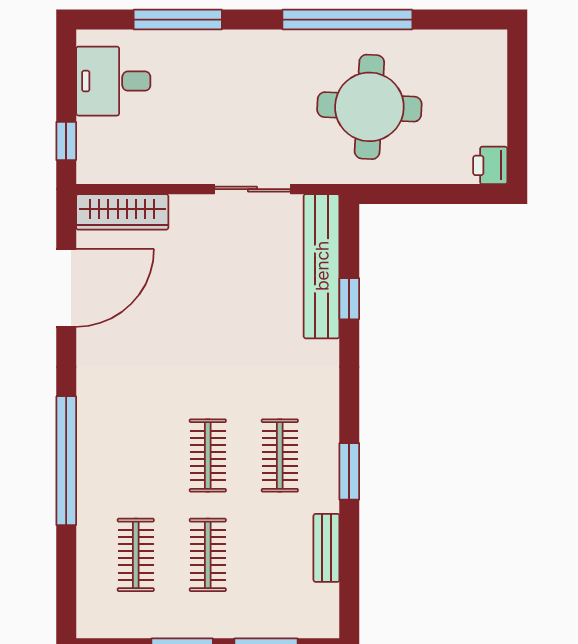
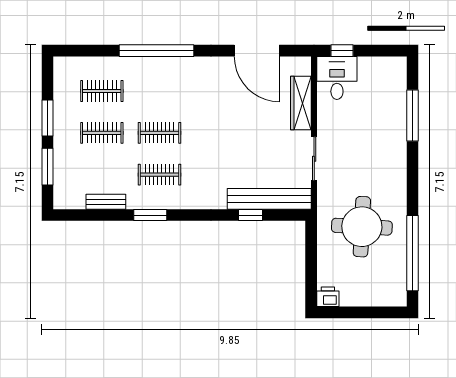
window: (347, 20) -> (413, 253), moved
desk: (113, 81) -> (337, 78), moved
wardrobe: (122, 212) -> (301, 103), moved

